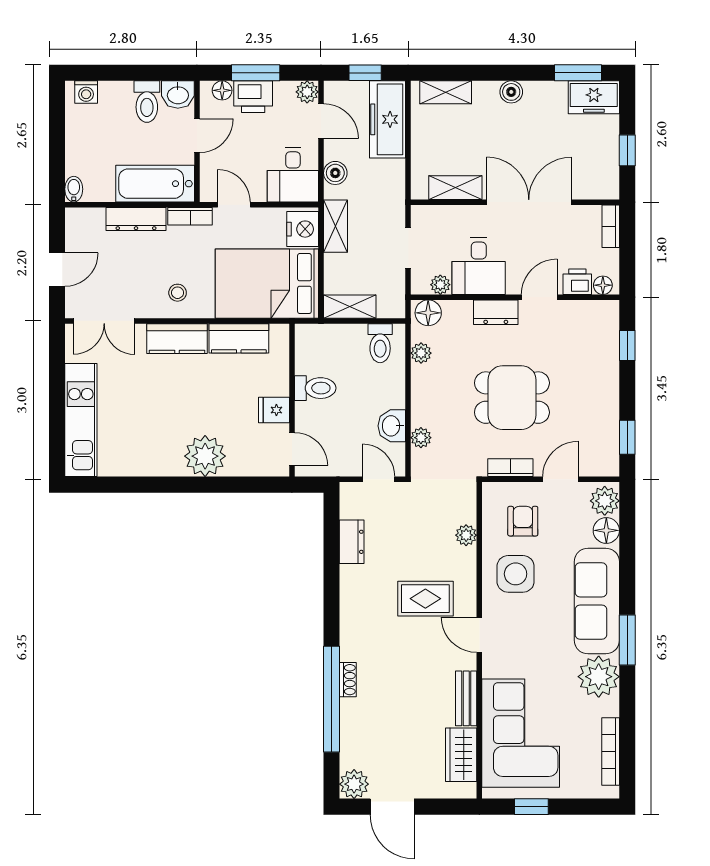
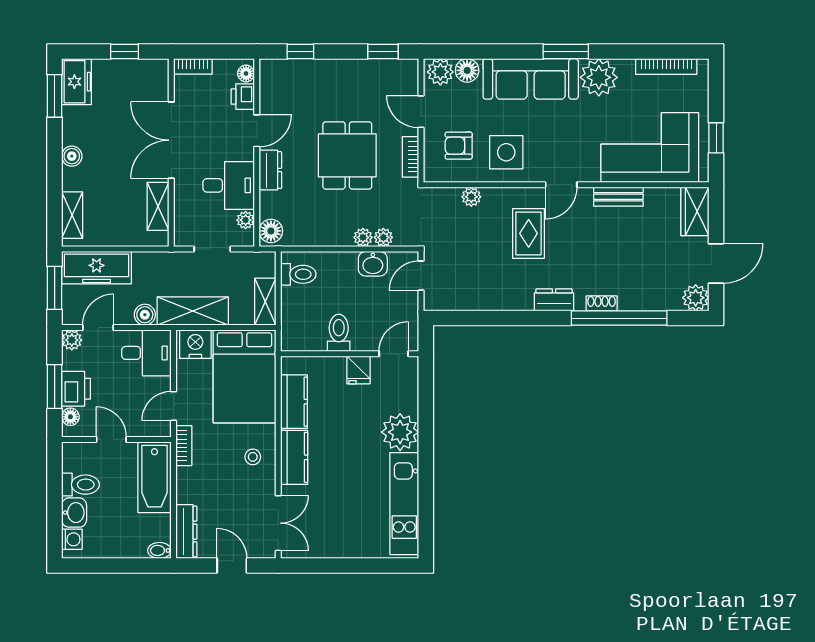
window: (365, 73) -> (55, 288), width x1.50
washbasin: (178, 94) -> (74, 513), moved
dresser: (136, 219) -> (186, 532), moved
shelving: (335, 226) -> (193, 311), width x1.50, depth x1.33
door: (539, 297) -> (257, 131), swing flipped
plant: (421, 353) -> (363, 237), moved
kitchen unit: (81, 420) -> (404, 504), moved, turned -90
dresser: (352, 542) -> (554, 300), moved
wardrobe: (461, 755) -> (695, 211), moved, turned 90

